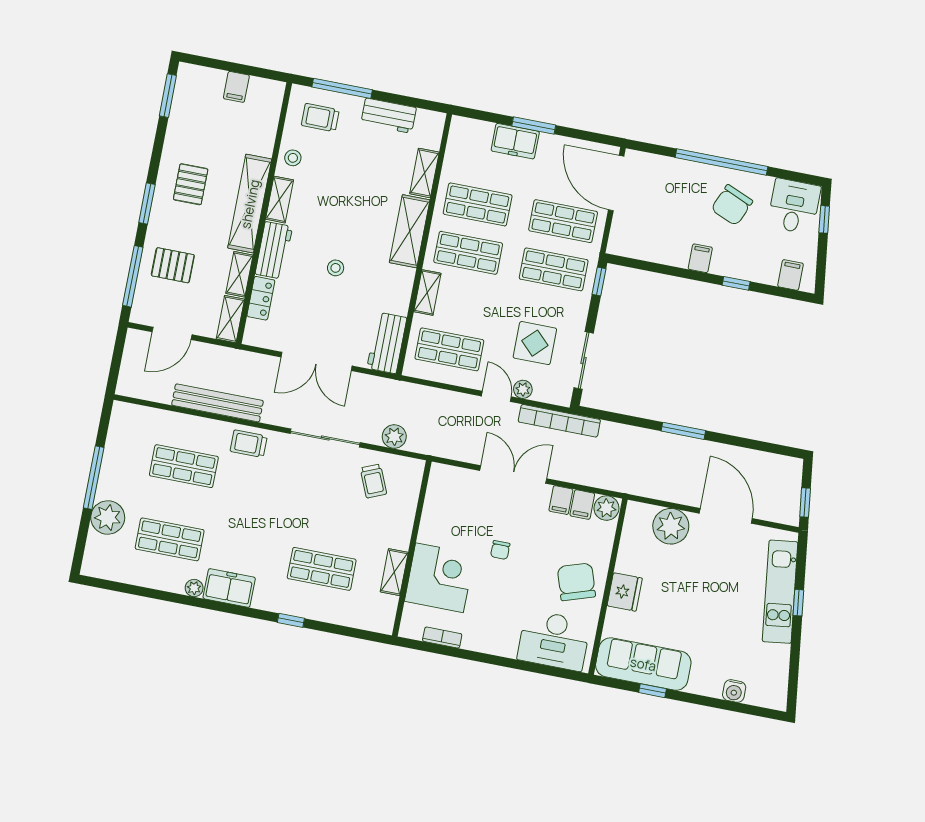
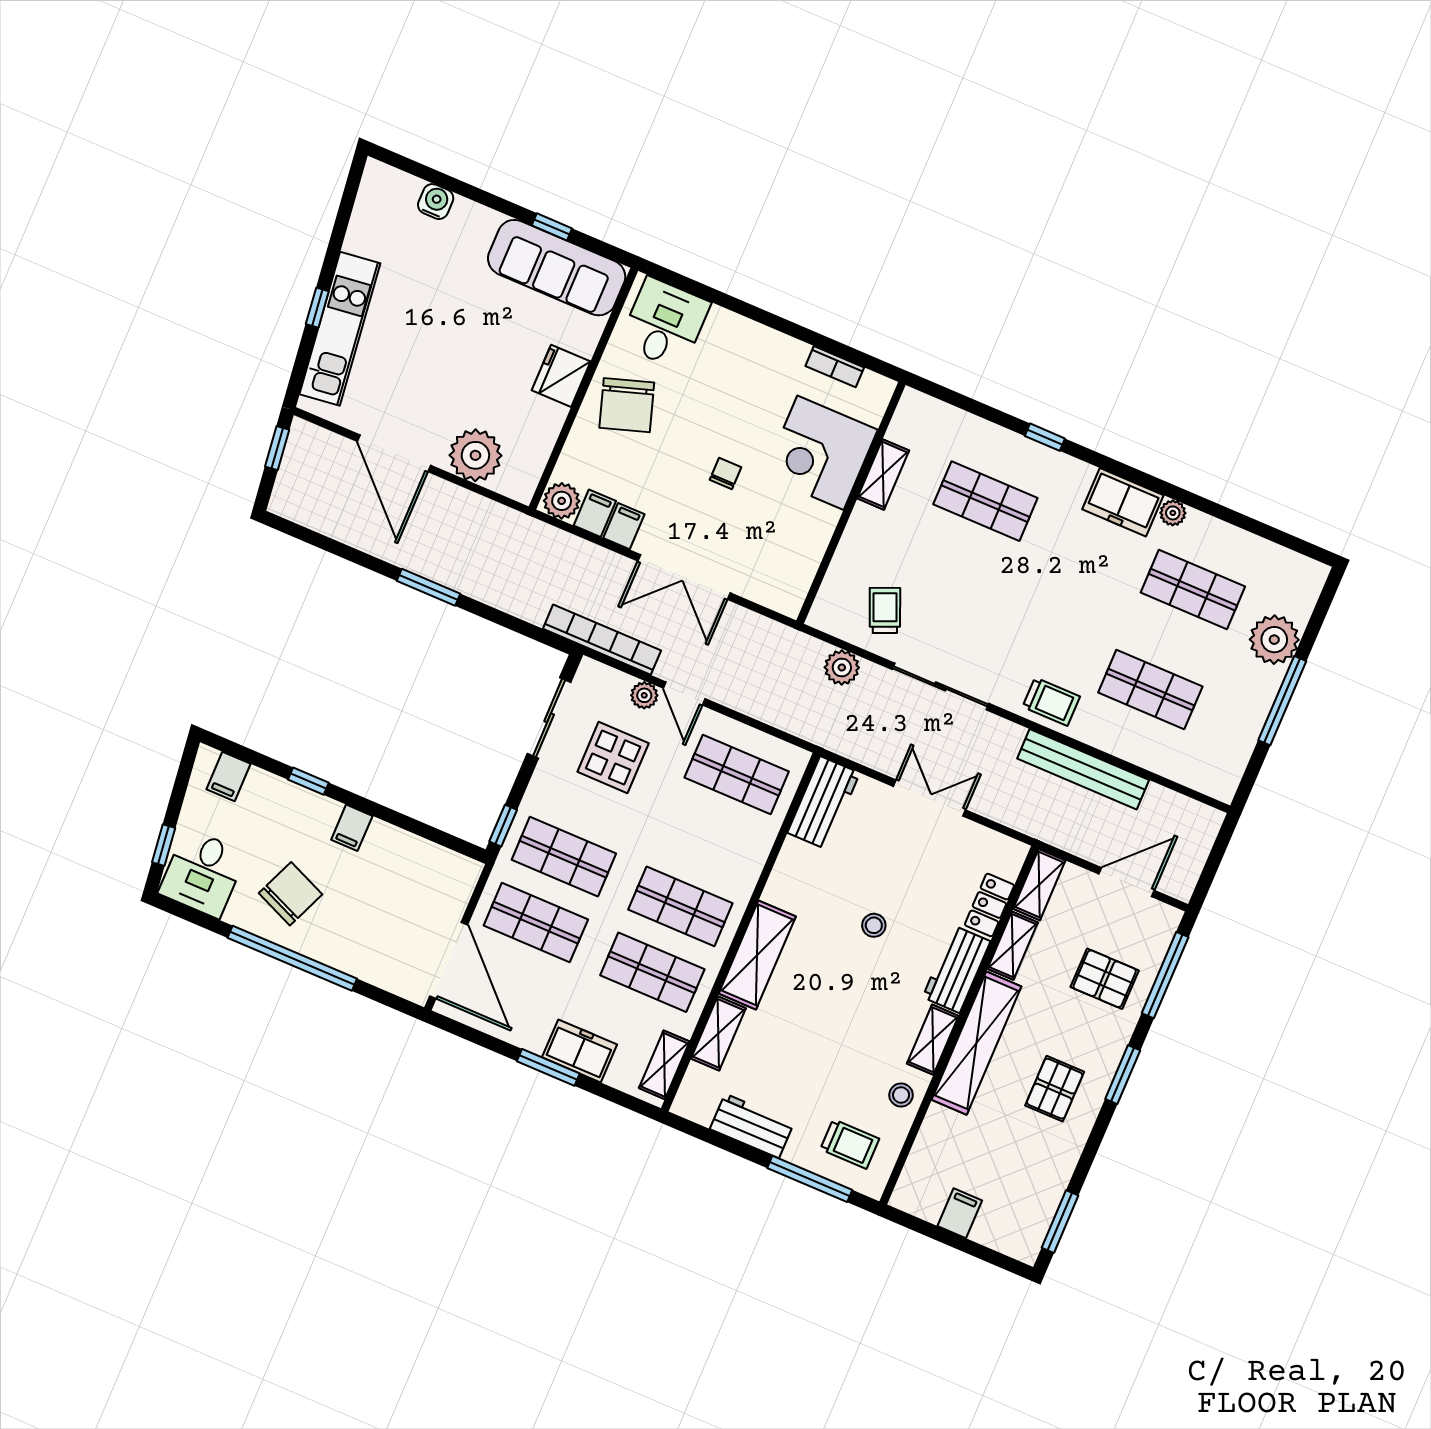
shelving: (427, 292) -> (664, 1065), moved
double door: (317, 361) -> (929, 798), width x0.73
desk: (554, 640) -> (665, 323), width x0.73

